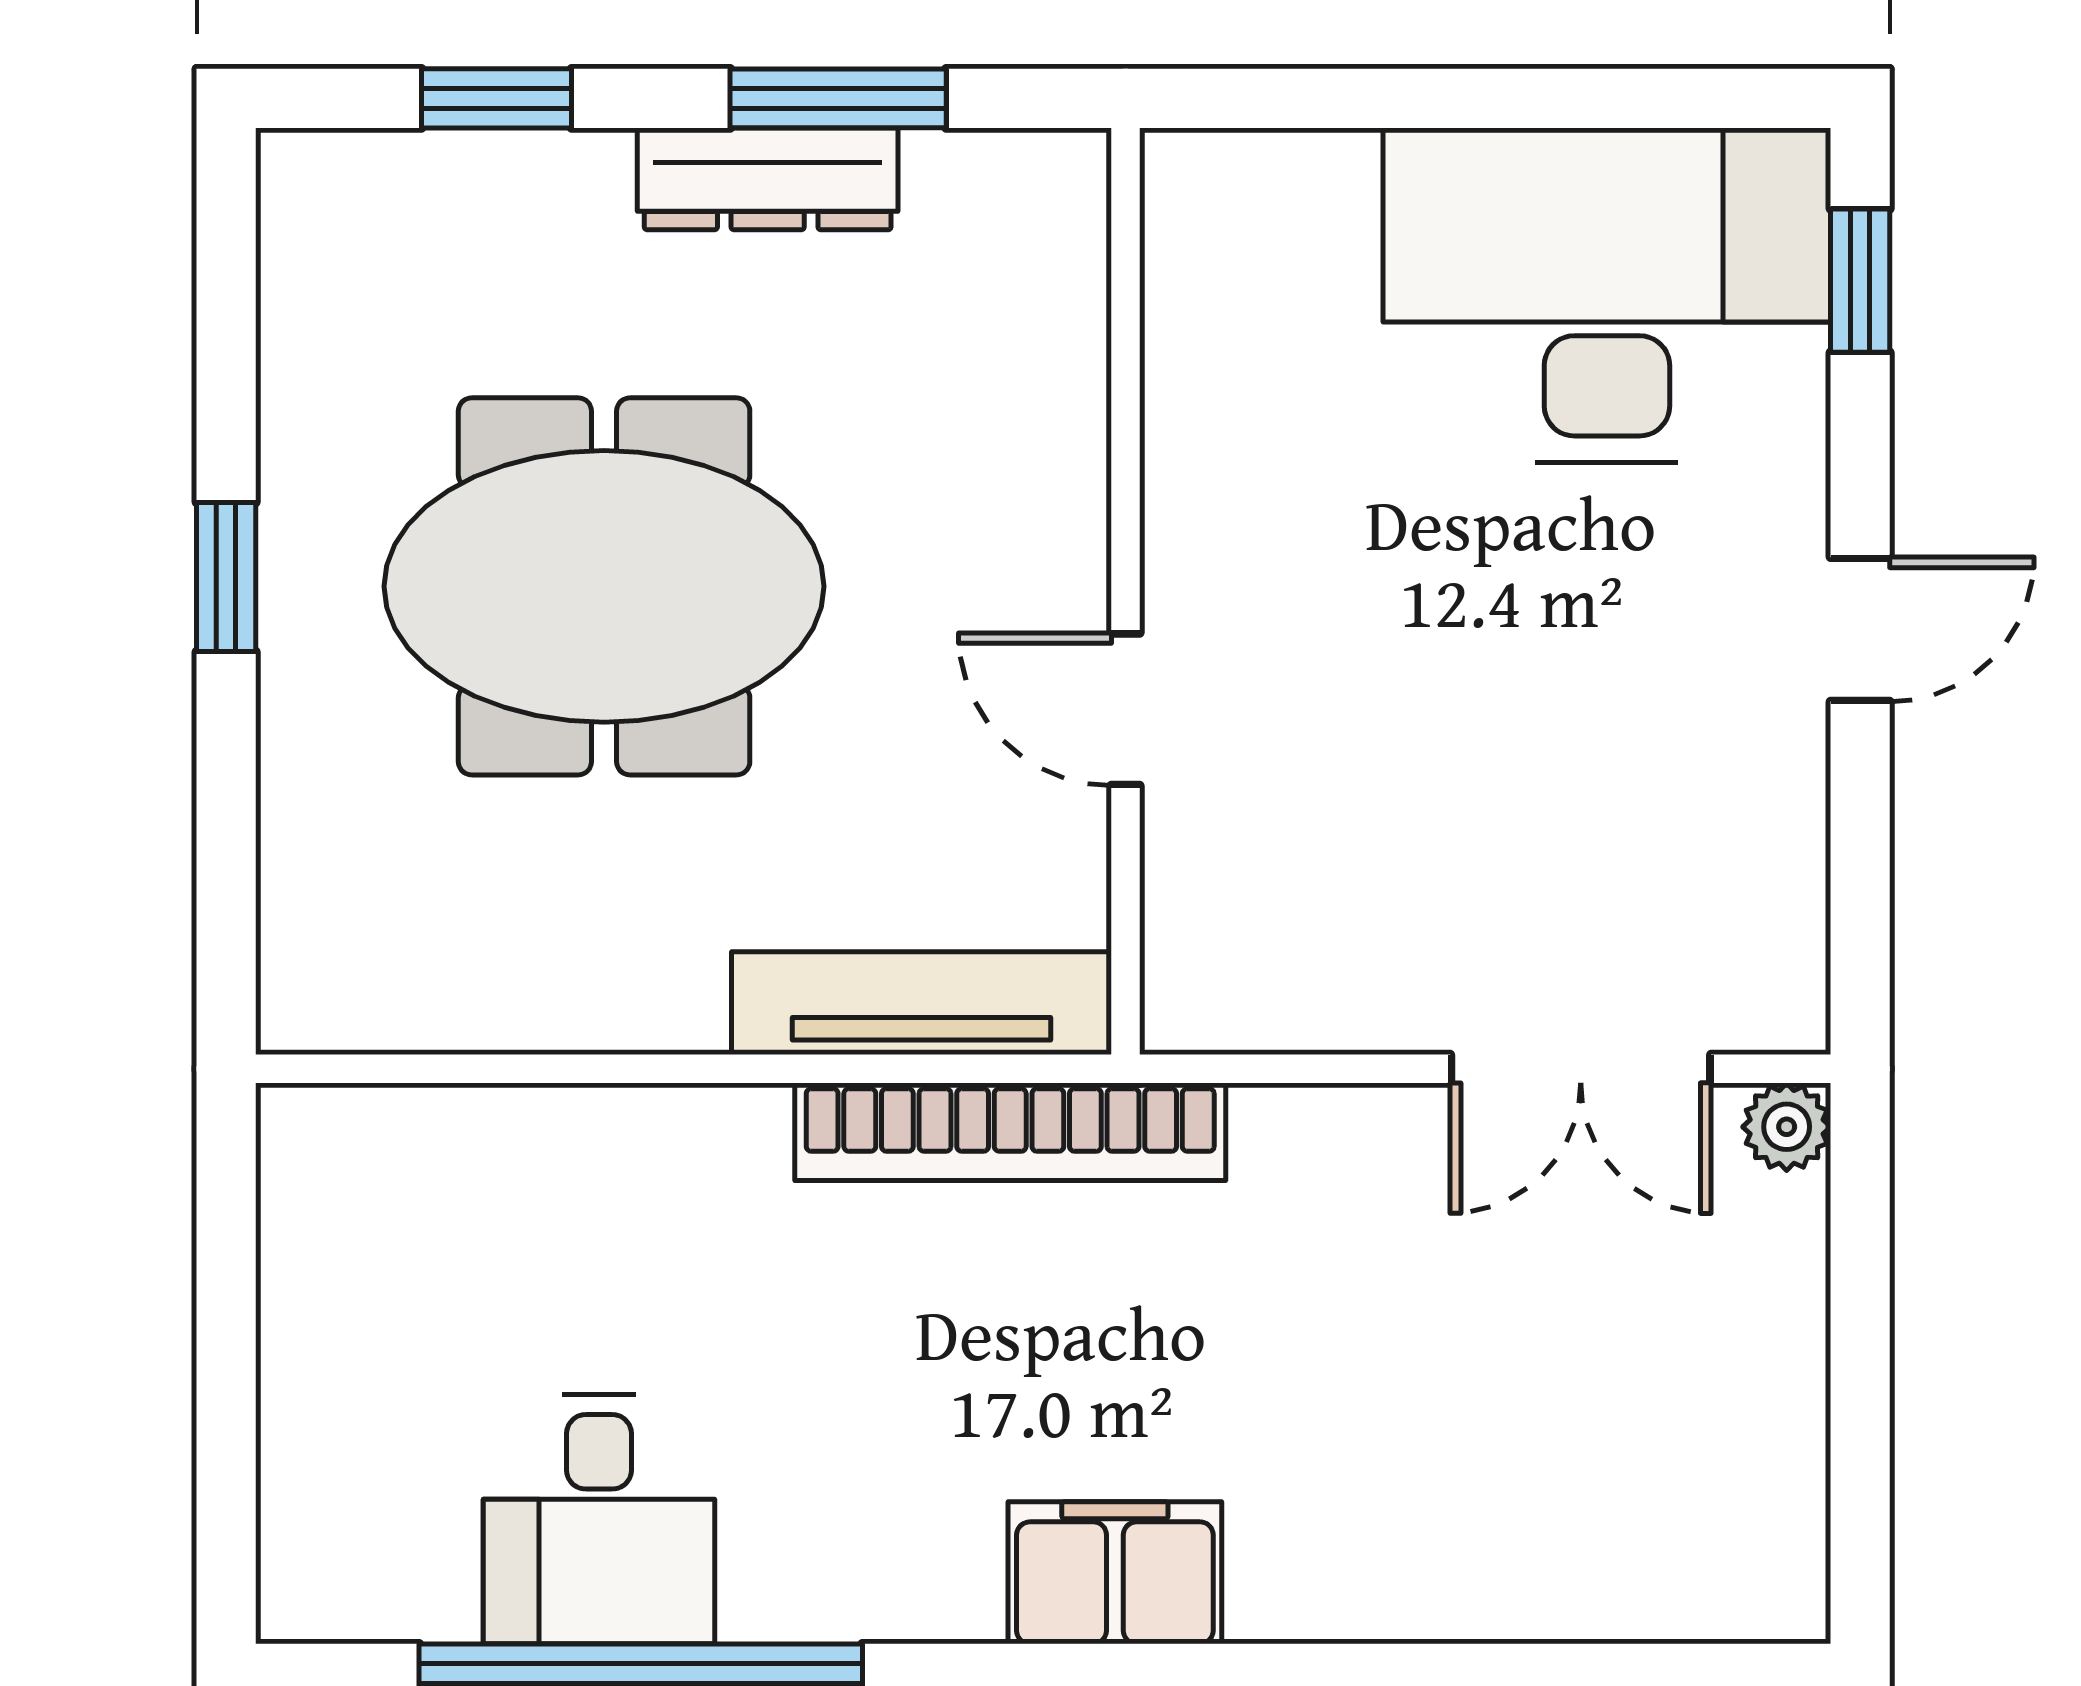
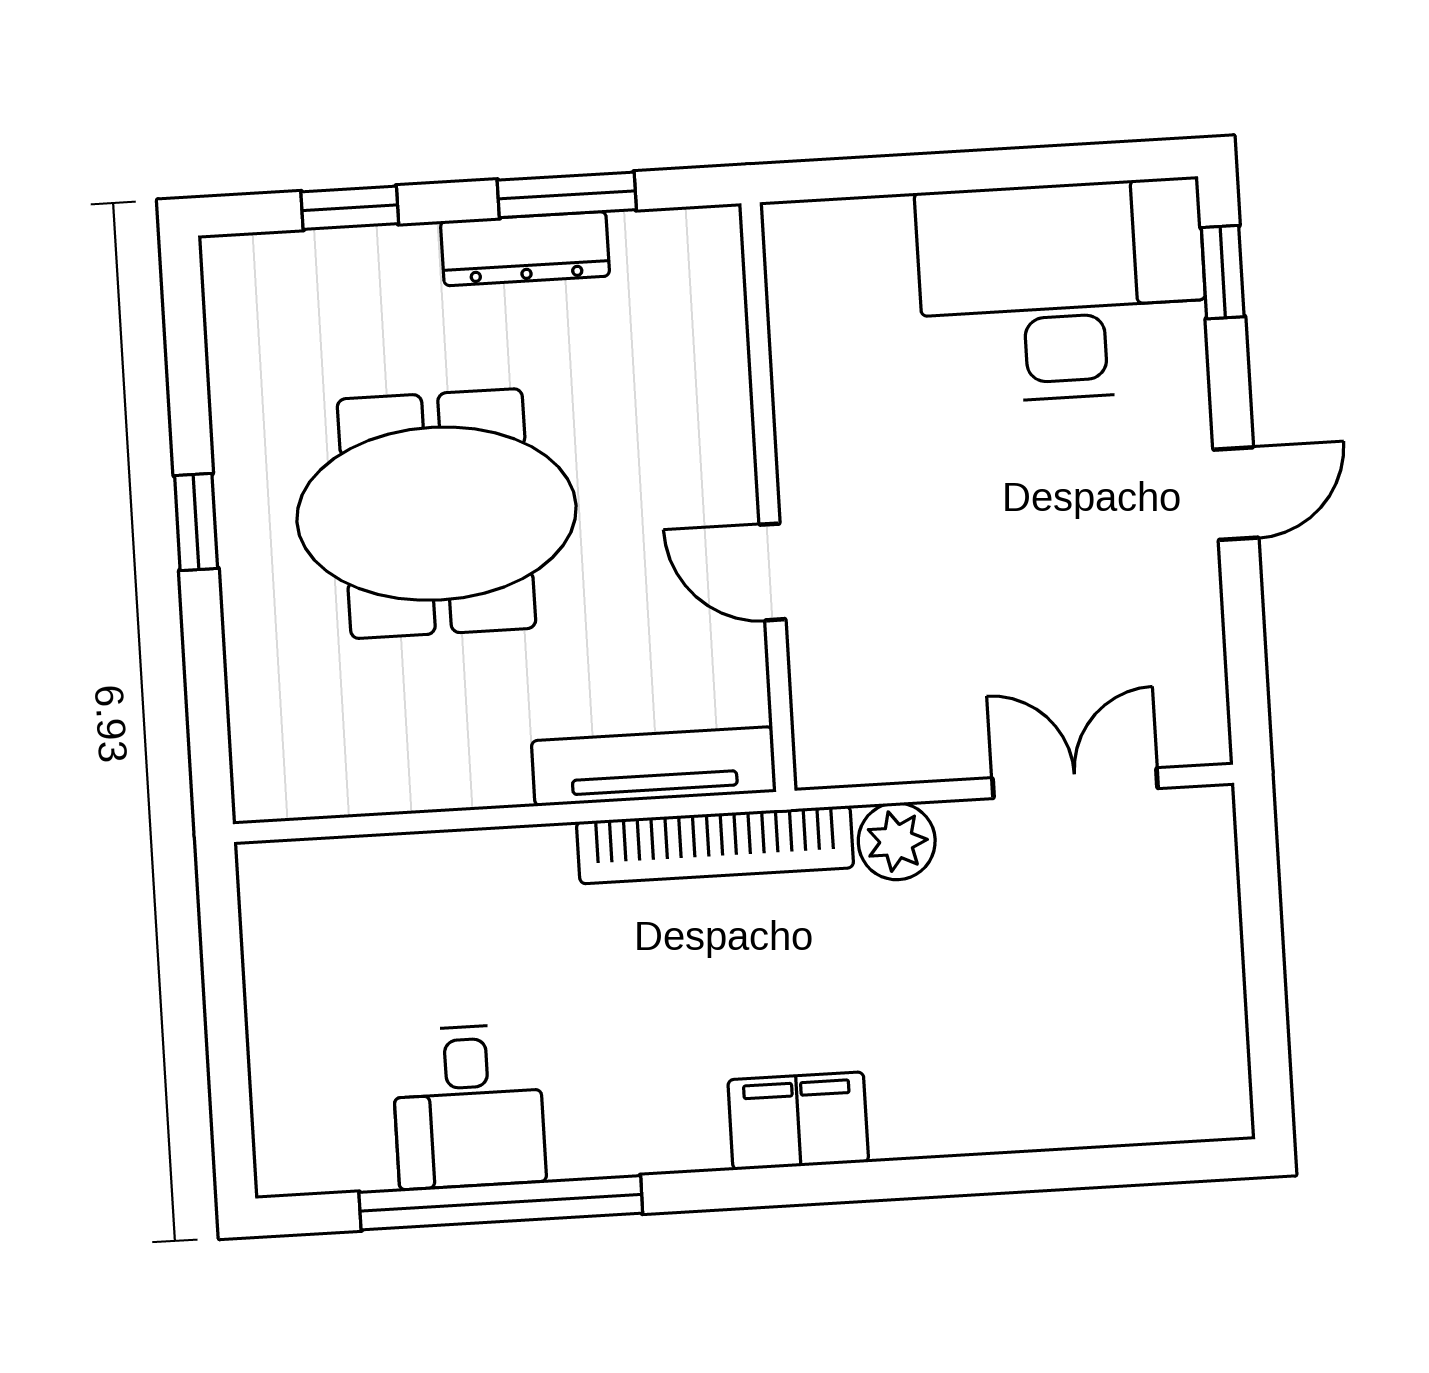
double door: (1581, 1069) -> (1075, 783), swing flipped
plant: (1787, 1127) -> (897, 841), moved, width x1.38, depth x1.38

